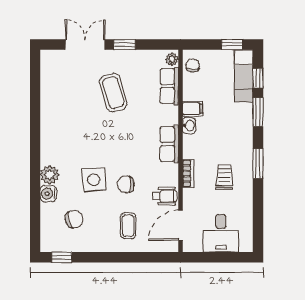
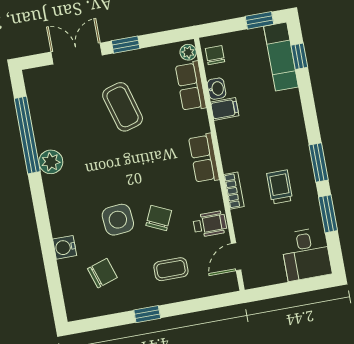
window: (35, 101) -> (27, 135), added
window: (258, 112) -> (328, 214), moved
washbasin: (189, 126) -> (217, 89), moved
plant: (50, 175) -> (51, 162), moved
chair: (126, 184) -> (159, 218), turned 115
door: (180, 225) -> (236, 257), width x0.73
coffee table: (128, 226) -> (171, 269), turned 90
desk: (221, 233) -> (306, 254), moved
window: (62, 257) -> (147, 314), moved

